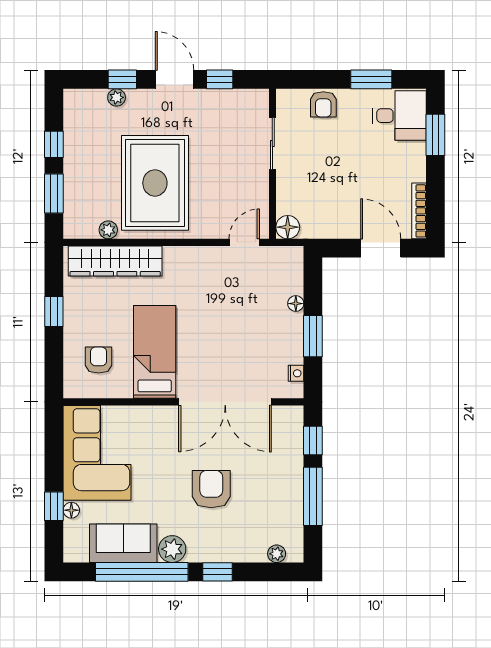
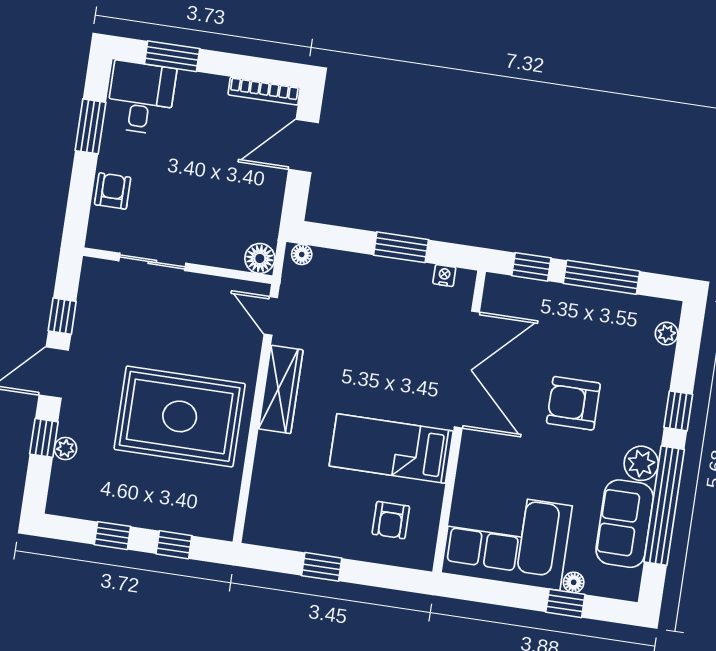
armchair: (323, 104) -> (113, 191), turned -90
window: (54, 193) -> (174, 545), width x0.67
plant: (108, 230) -> (230, 484), removed
wardrobe: (115, 261) -> (281, 389), moved, width x0.71, depth x0.85
floor lamp: (296, 304) -> (302, 254), moved
armchair: (99, 360) -> (391, 520), turned -90

